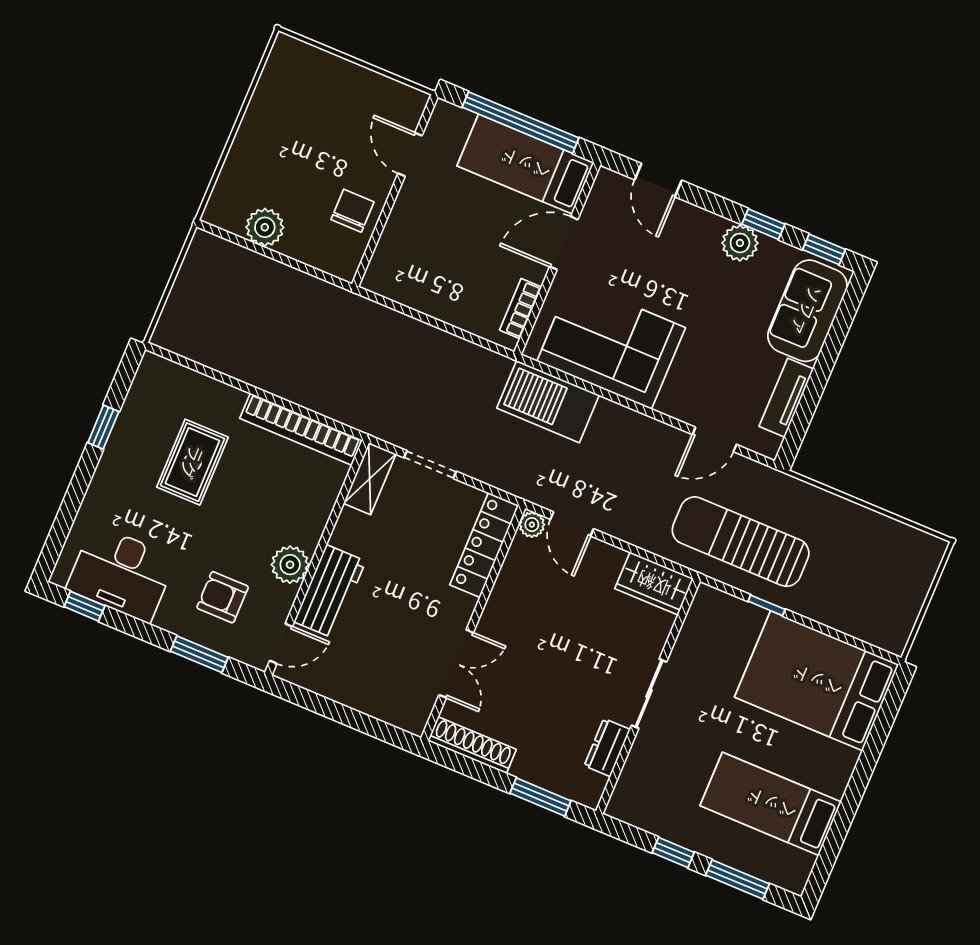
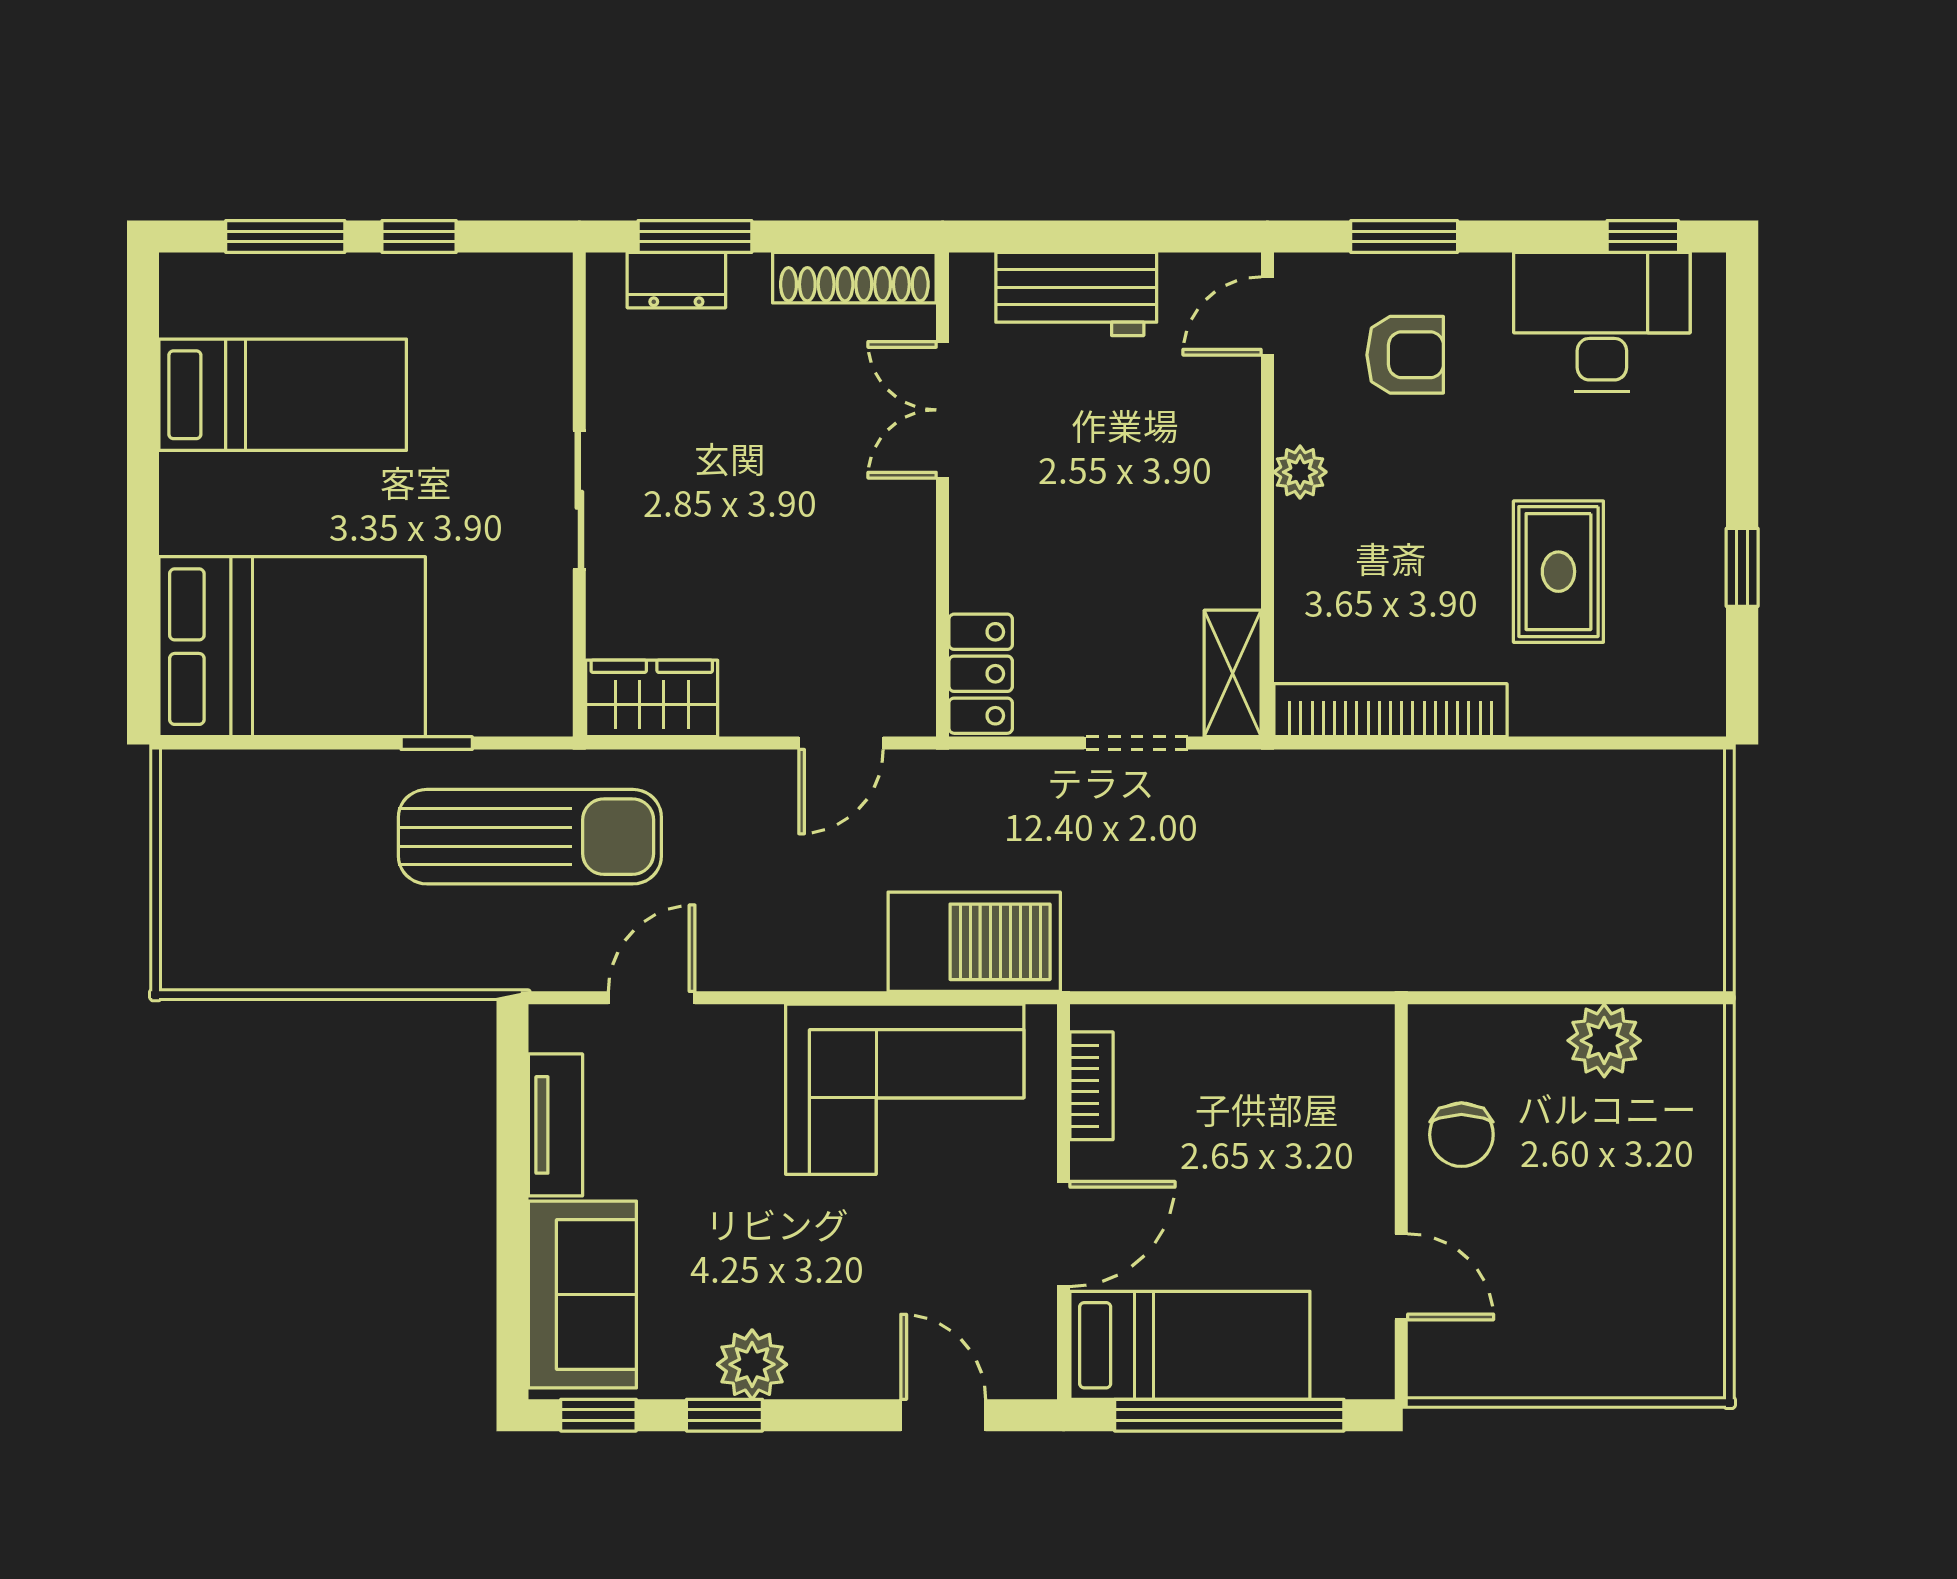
door: (572, 524) -> (841, 743), swing flipped
plant: (532, 525) -> (912, 712), removed
locker: (484, 545) -> (981, 674), width x0.66
plant: (290, 565) -> (1300, 472), width x0.73, depth x0.73
workbench: (330, 591) -> (1076, 294), moved, turned -90
dresser: (607, 748) -> (676, 280), moved, turned 90

